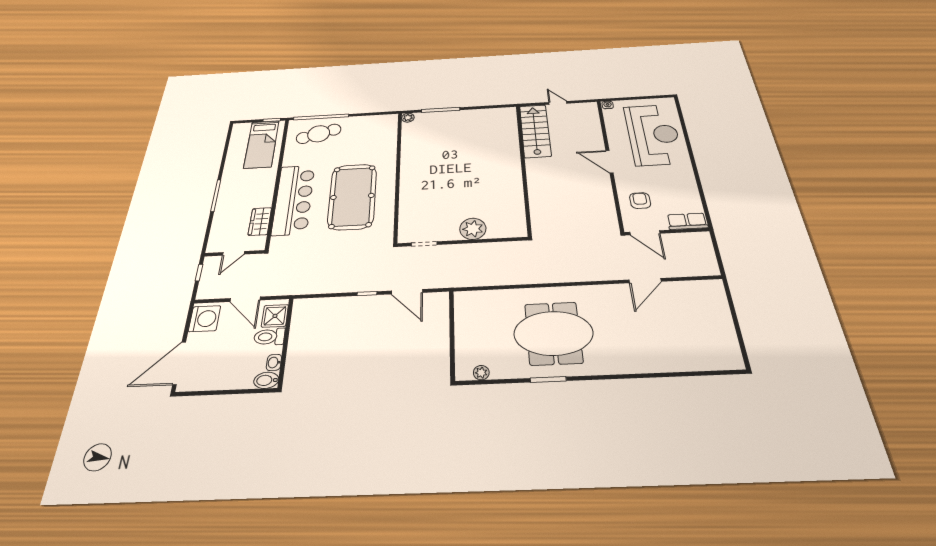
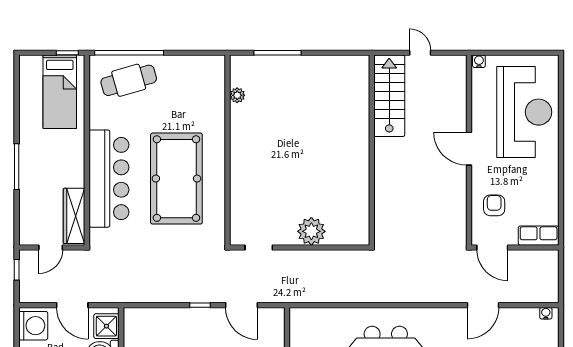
plant: (408, 118) -> (237, 95), moved
wardrobe: (260, 221) -> (74, 216), width x1.50
water cooler: (710, 285) -> (546, 313), added

